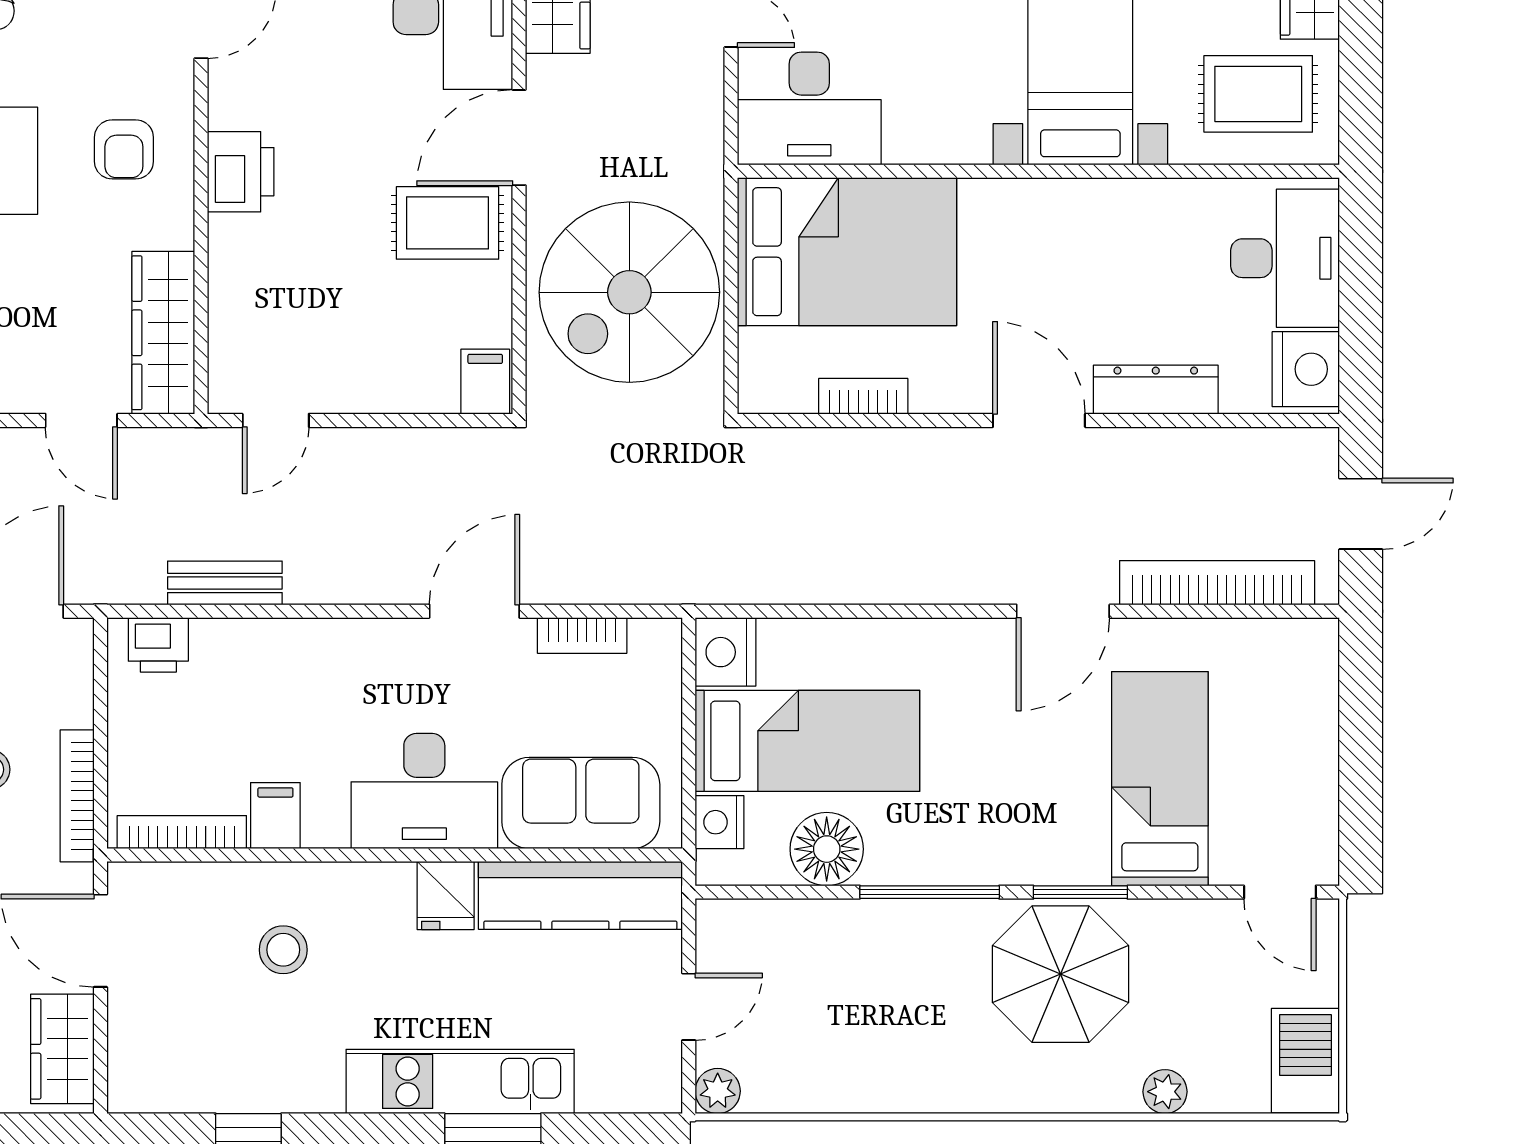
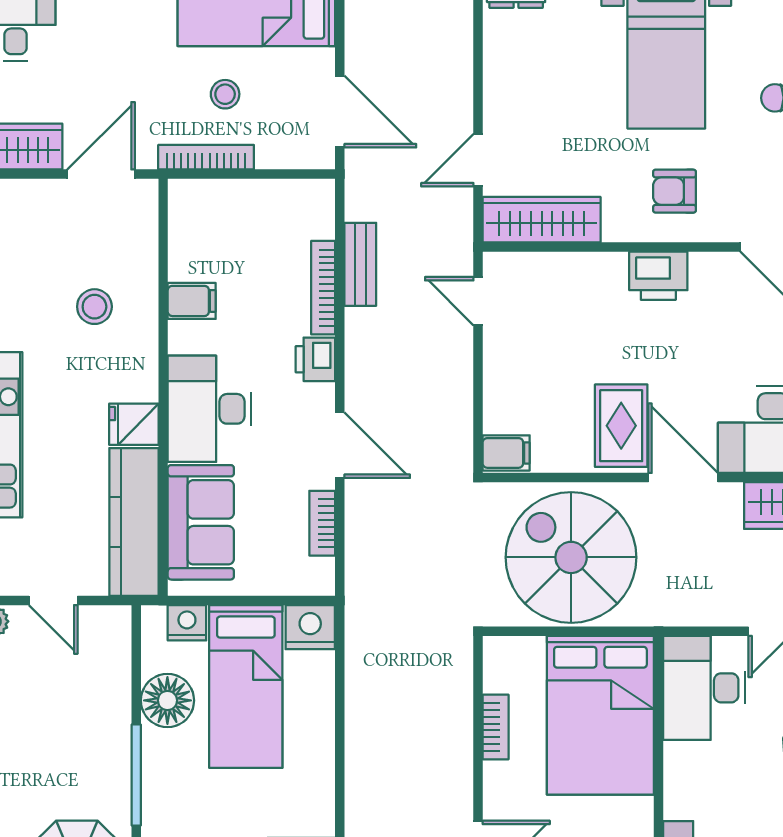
printer: (158, 645) -> (315, 359), moved
bookcase: (182, 832) -> (323, 288), moved, turned 180

